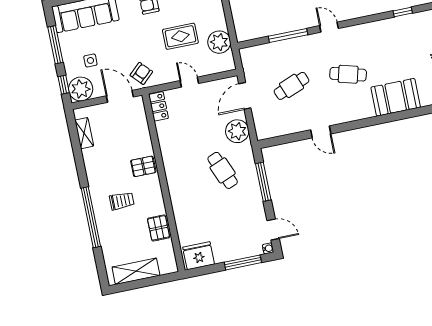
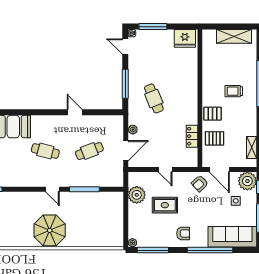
locker: (158, 106) -> (192, 136), moved
plant: (237, 131) -> (133, 130), width x0.53, depth x0.53
pallet: (159, 228) -> (215, 138), moved, turned 90

